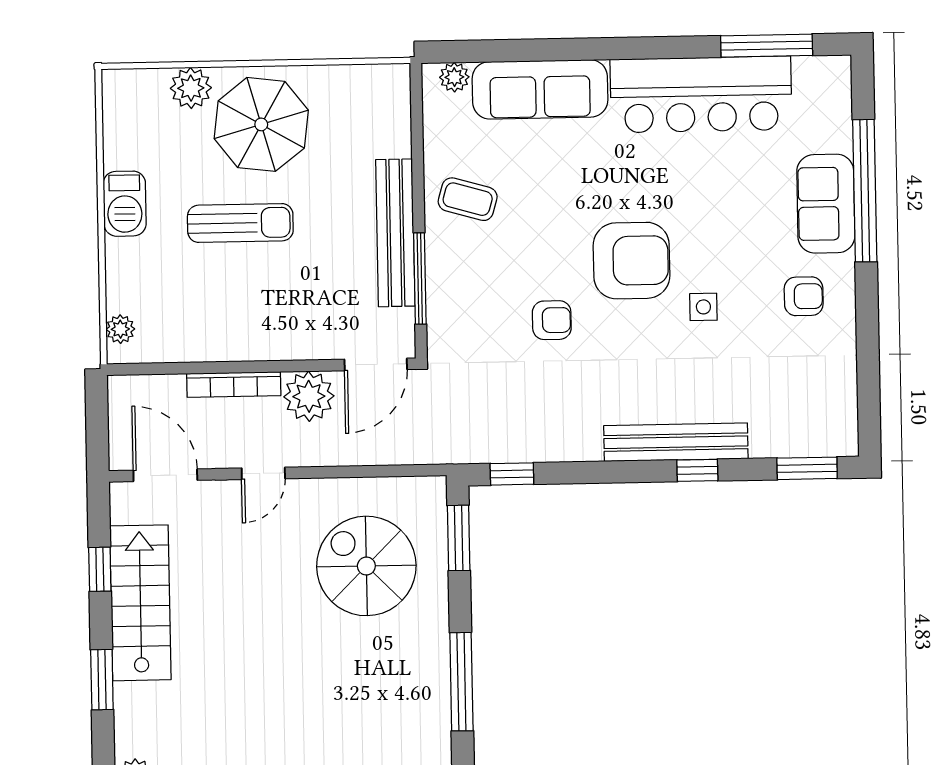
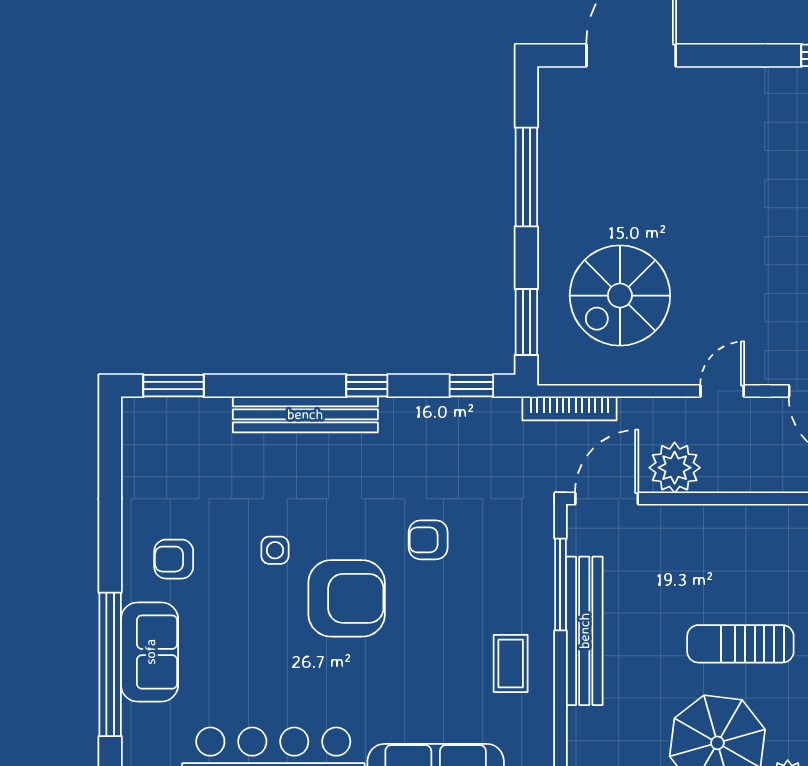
coffee table: (468, 199) -> (511, 663), turned 74
armchair: (631, 261) -> (347, 598), turned 180
bookcase: (234, 385) -> (569, 408), moved, turned 180
window: (697, 470) -> (367, 386), moved
spiral stairs: (366, 566) -> (620, 296), turned 90

